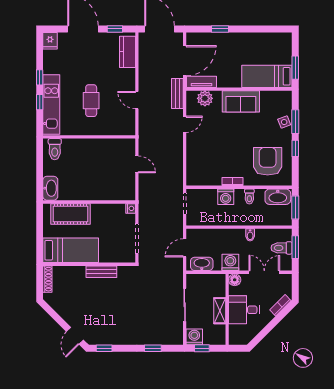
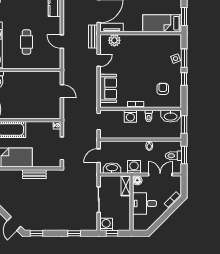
sofa: (241, 101) -> (108, 88), moved, turned -90
armchair: (268, 161) -> (163, 89), width x0.53, depth x0.53
shelving: (220, 311) -> (126, 186), moved

